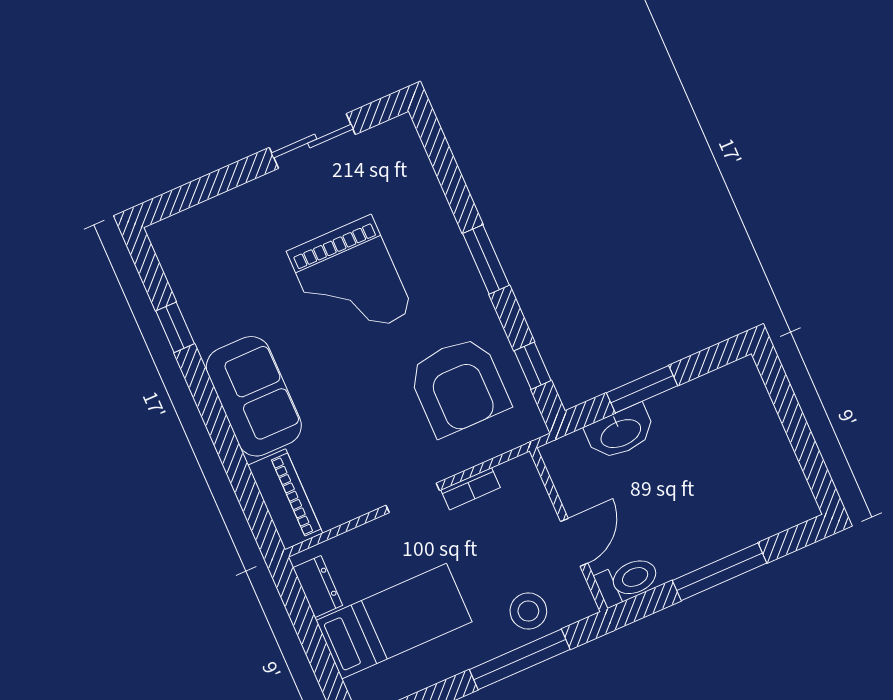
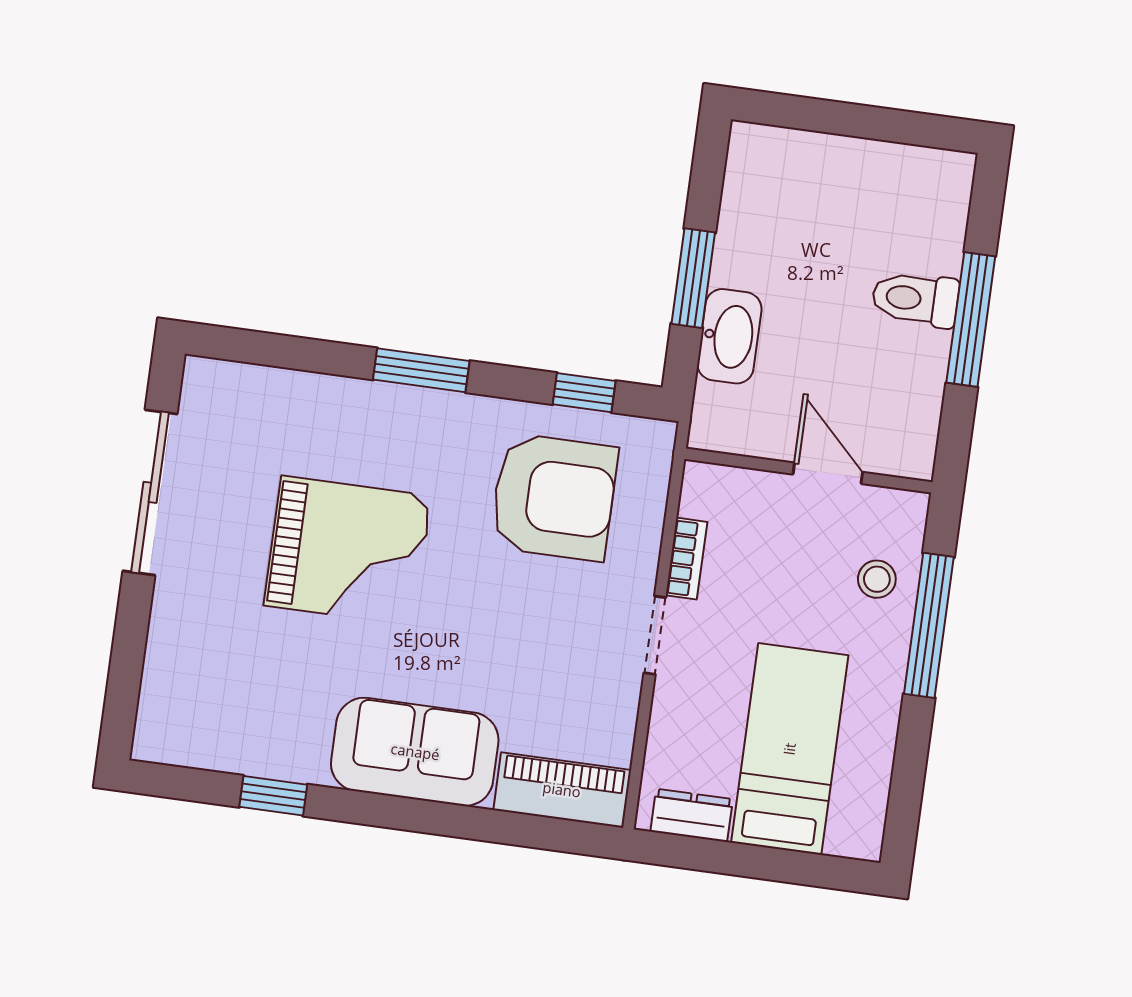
sliding door: (312, 141) -> (150, 492), width x1.37
toilet: (627, 580) -> (915, 299), moved, turned -90
stool: (528, 611) -> (877, 579), width x0.73, depth x0.73

